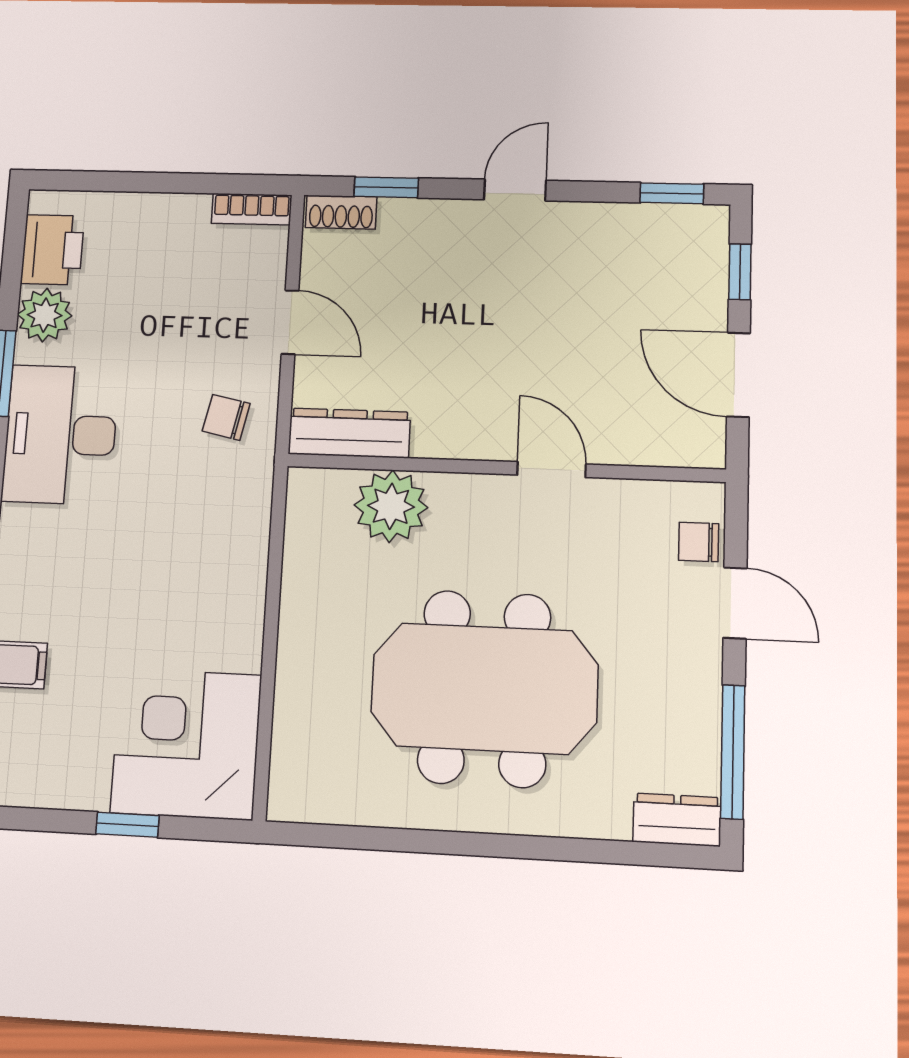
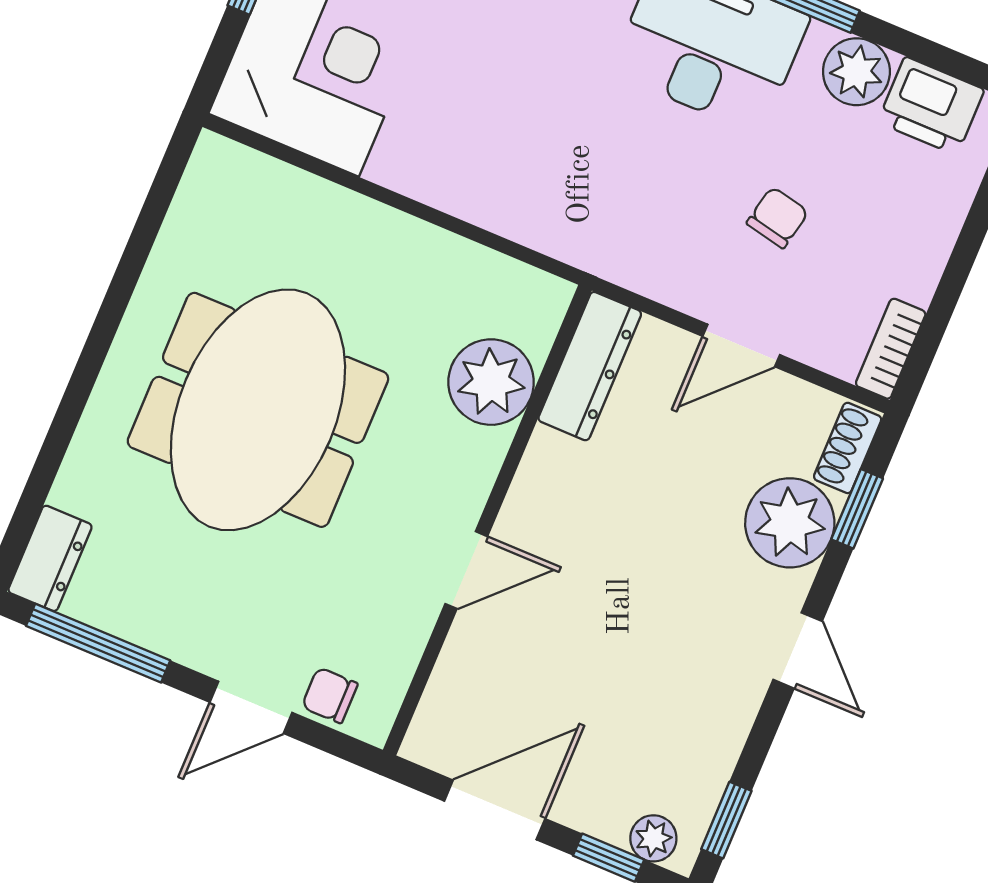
plant: (416, 233) -> (790, 523), added
plant: (710, 243) -> (653, 838), added
chair: (226, 417) -> (778, 218), moved
chair: (699, 542) -> (330, 695), turned -90

